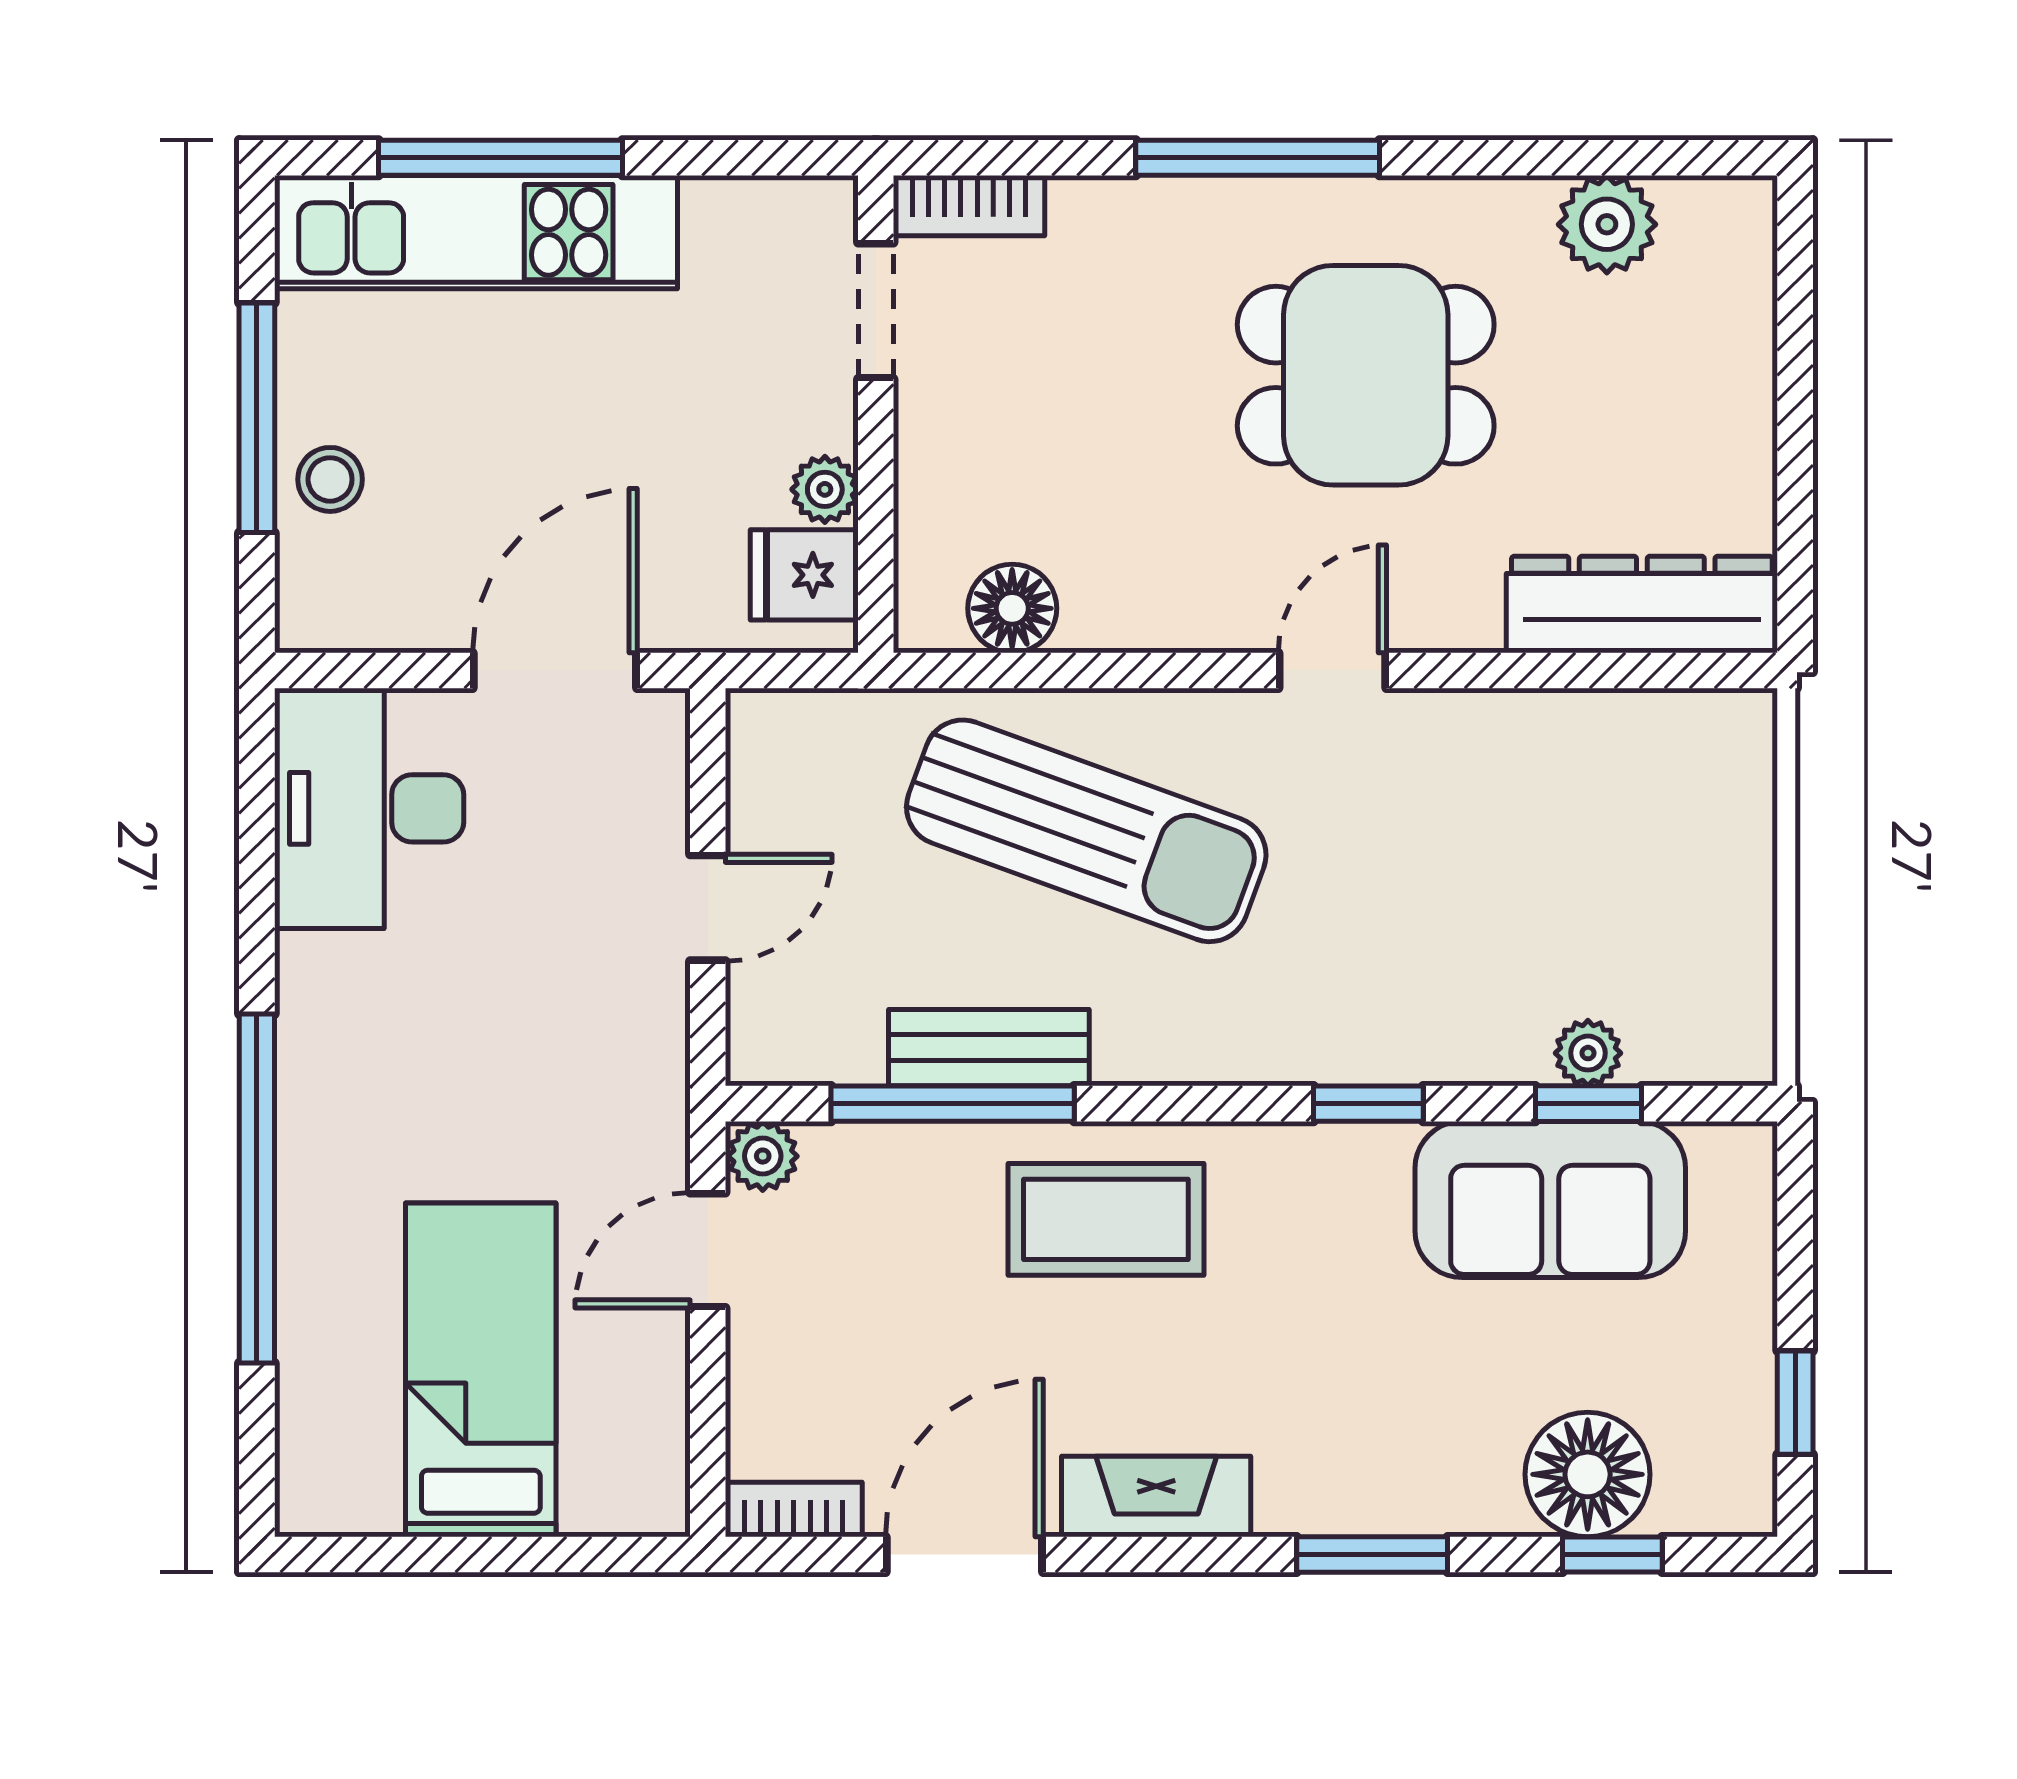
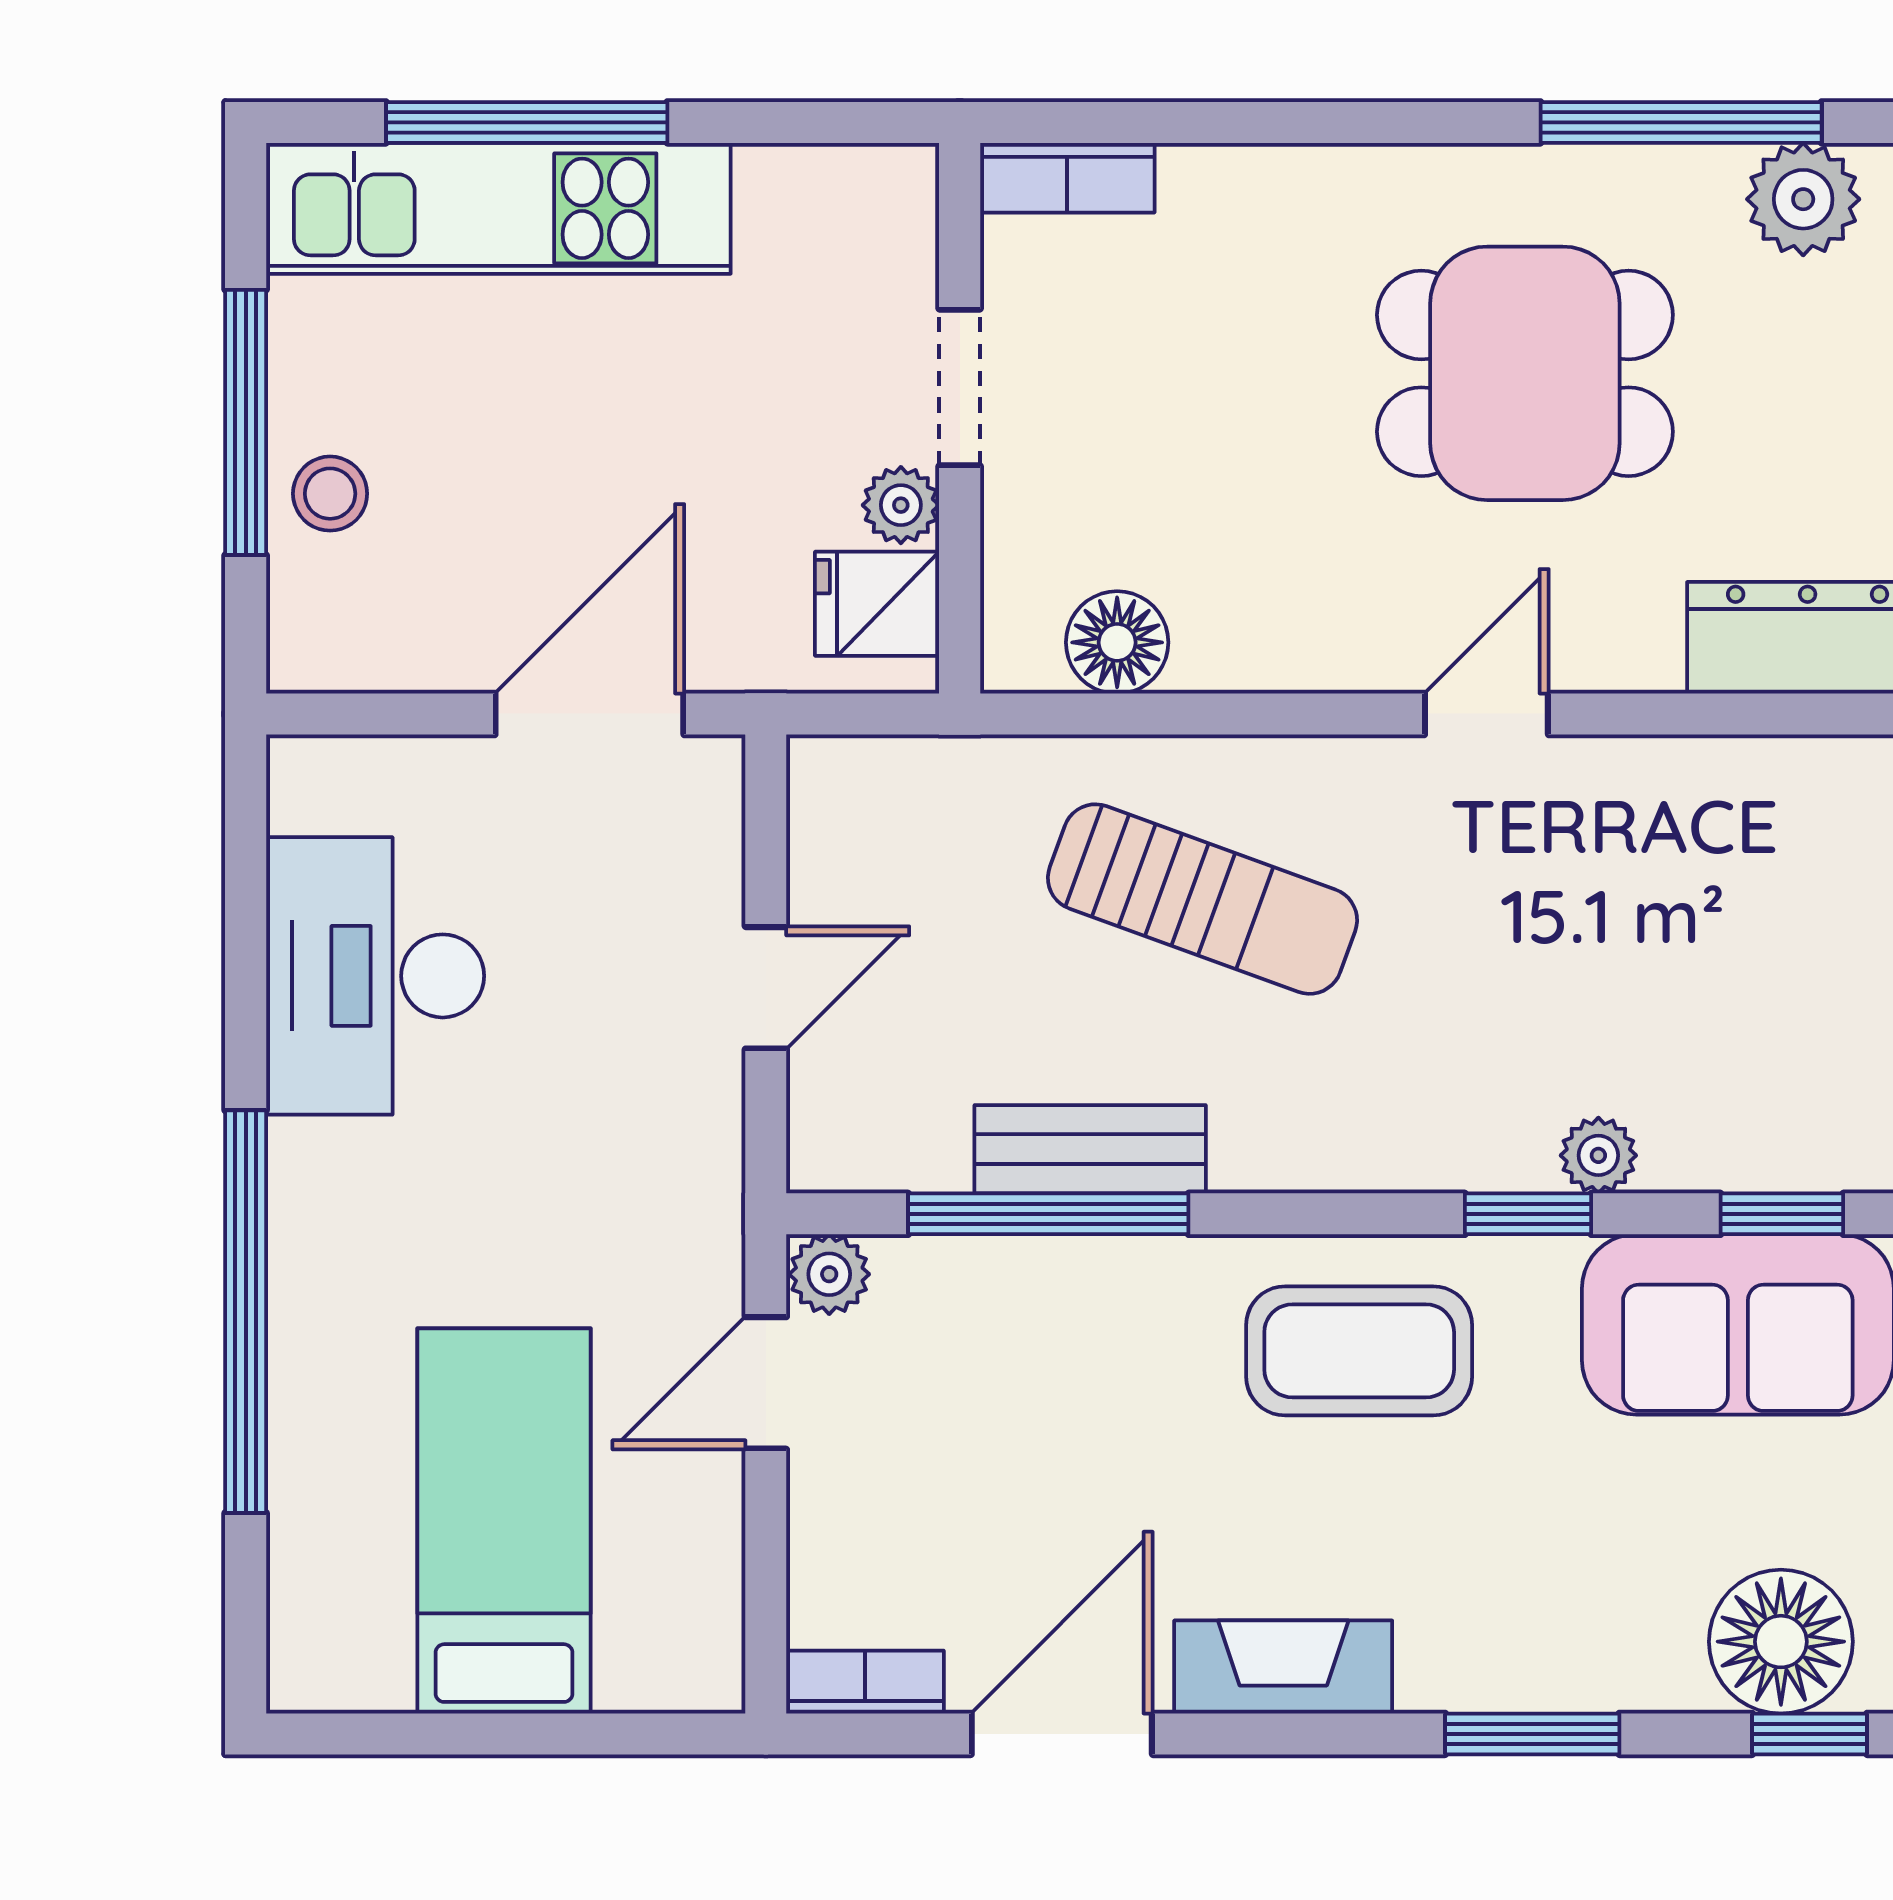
window: (1258, 158) -> (1681, 122), moved
doorway: (876, 311) -> (960, 387), moved
desk: (369, 808) -> (375, 976), moved
sun lounger: (1086, 831) -> (1202, 899), width x0.73, depth x0.75
plant: (1588, 1053) -> (1598, 1155), moved
coffee table: (1106, 1219) -> (1359, 1351), moved

